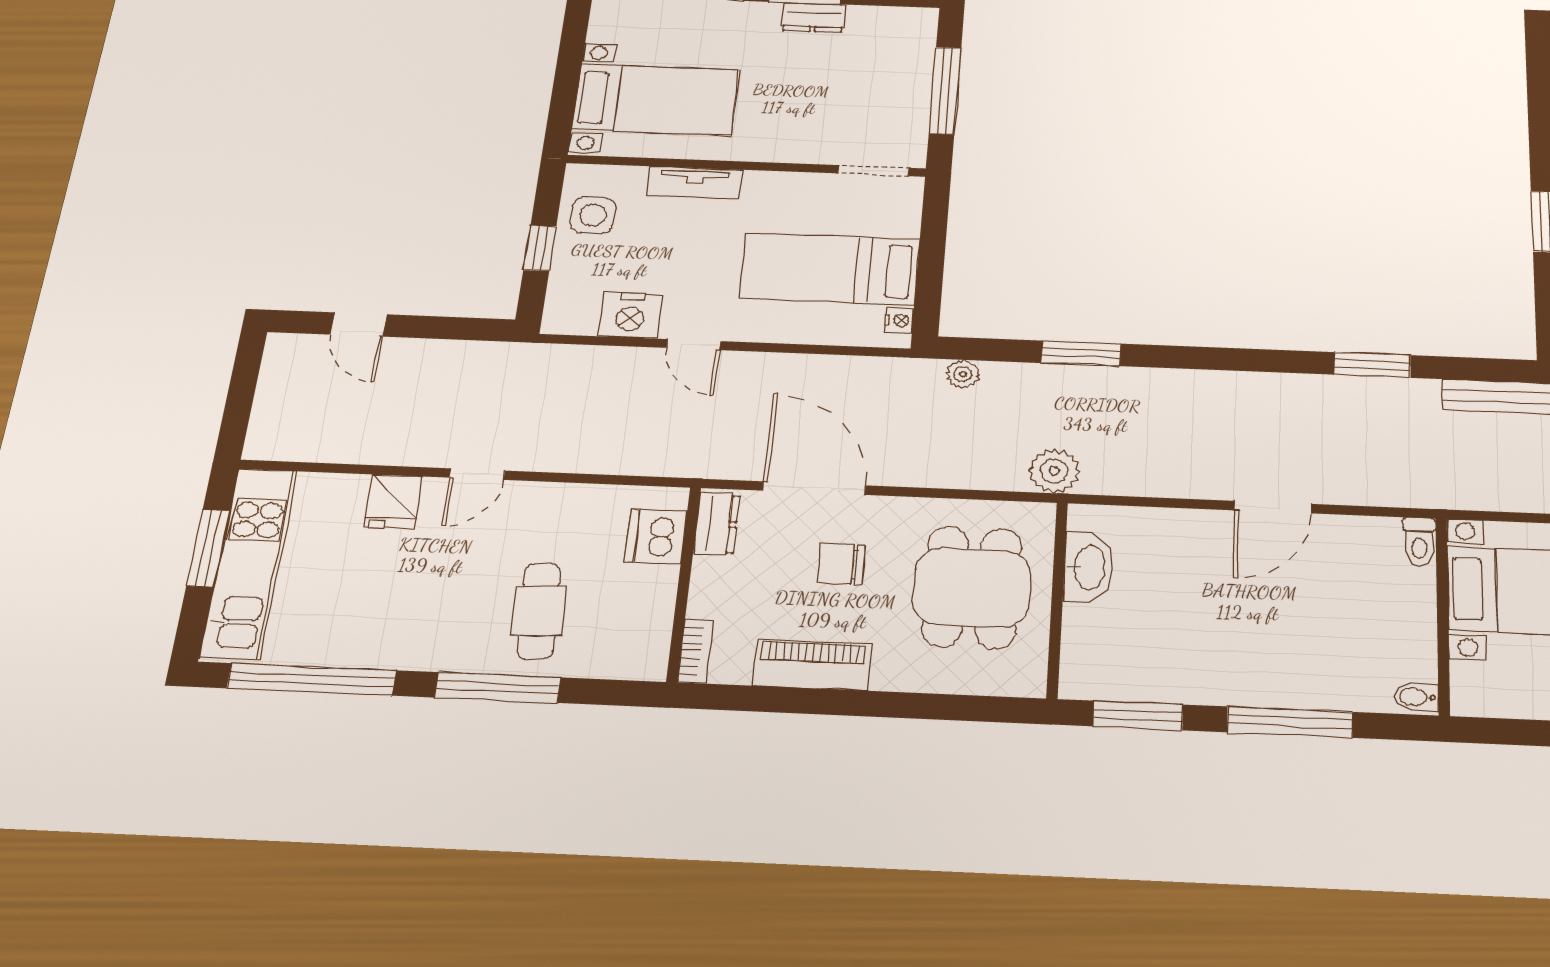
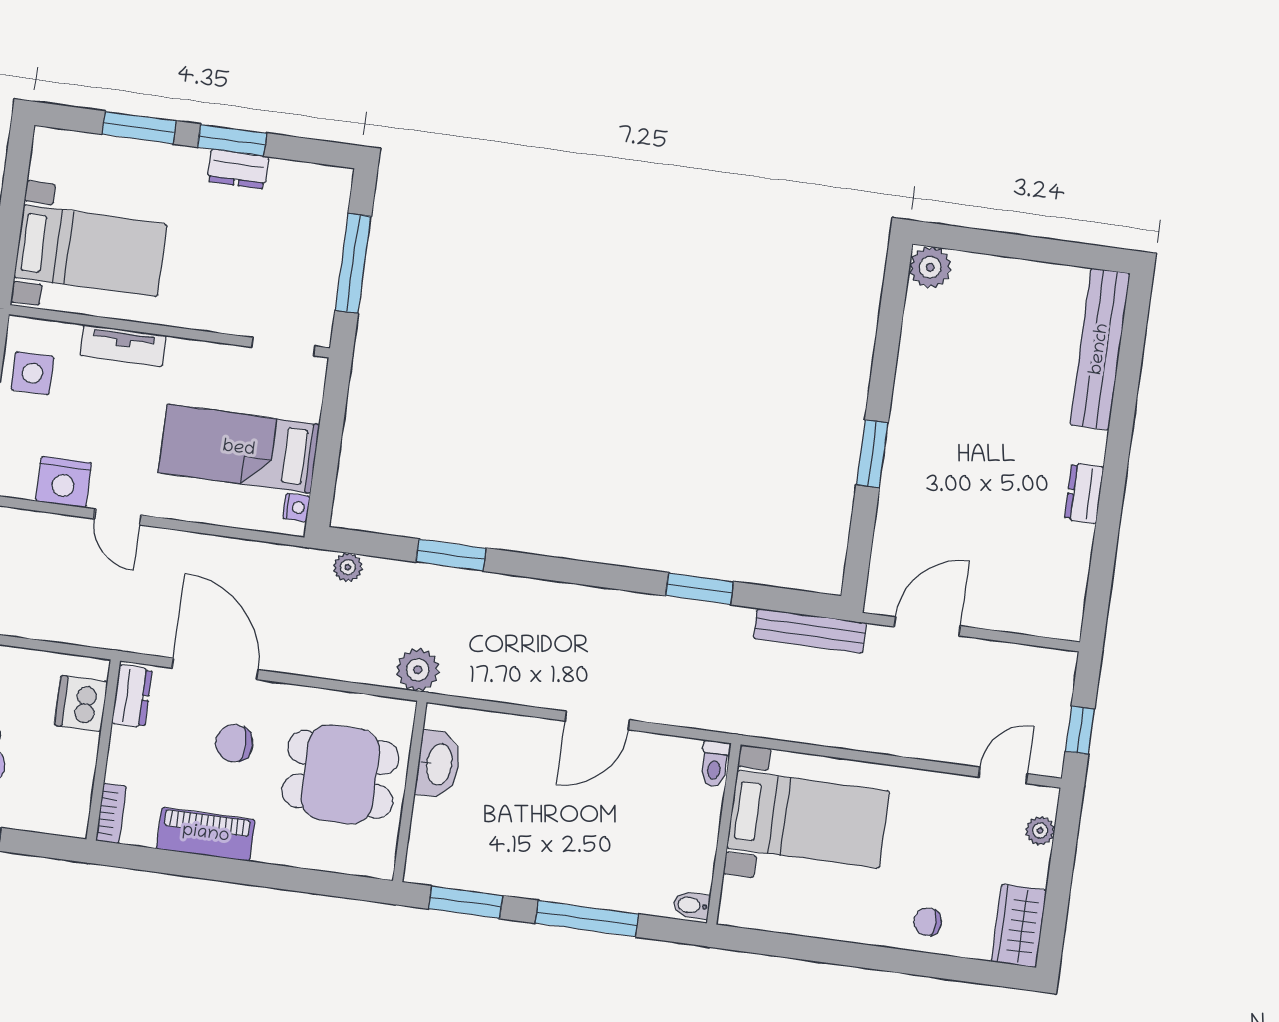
dining table: (972, 587) -> (340, 774), turned 90

